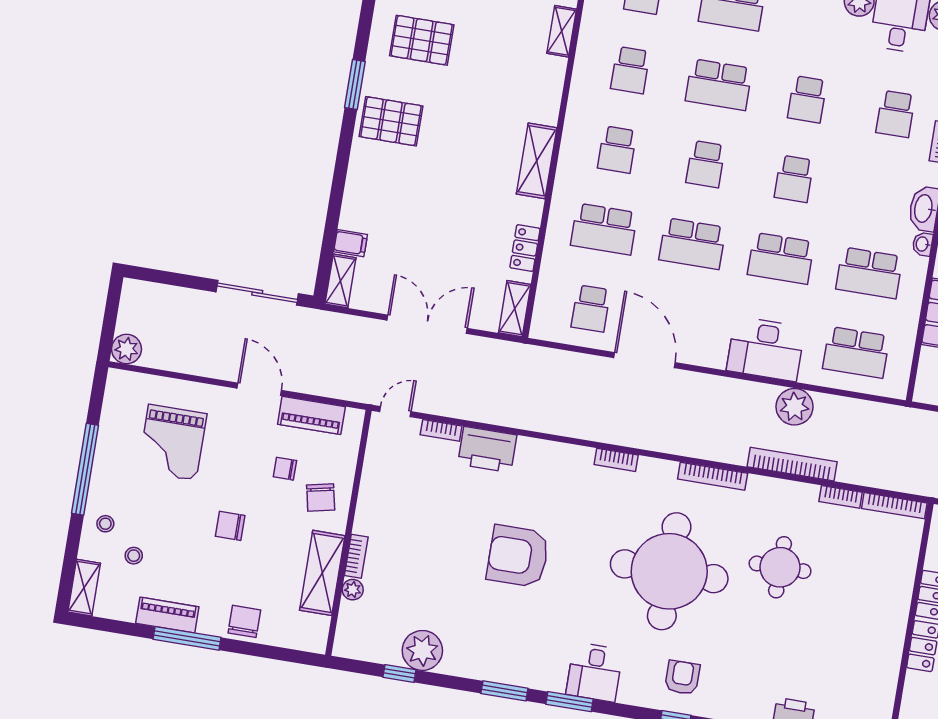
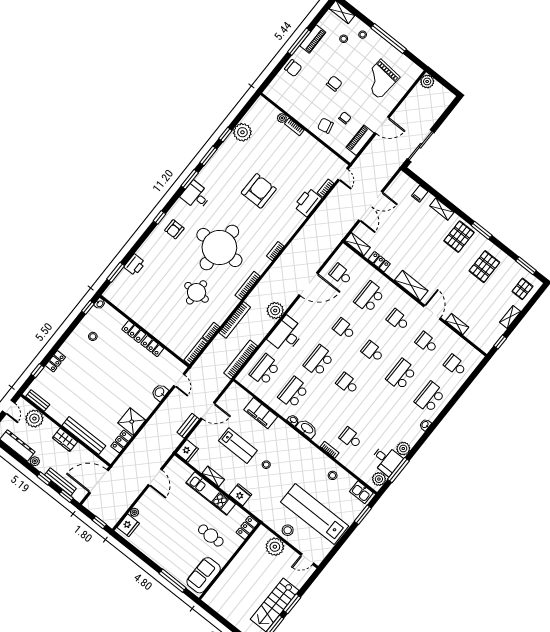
door: (566, 92) -> (432, 312), added
school desk: (807, 99) -> (376, 406), removed
school desk: (692, 244) -> (344, 329), width x0.54
shelving: (340, 281) -> (442, 209), moved
plant: (794, 407) -> (275, 311), moved
bookcase: (862, 410) -> (241, 360), added
grand piano: (172, 442) -> (380, 79), turned -85
shelving: (322, 573) -> (295, 110), removed
window: (399, 673) -> (225, 135), moved
armchair: (682, 678) -> (174, 229), turned 90

